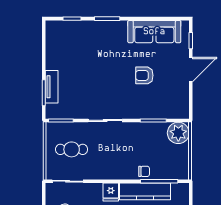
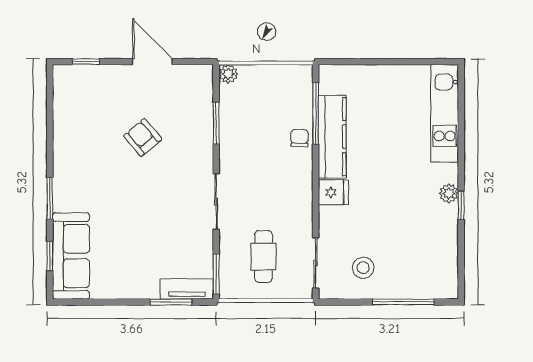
sofa: (154, 32) -> (71, 256), moved
door: (191, 70) -> (152, 62), moved
armchair: (144, 75) -> (143, 137), turned 140
tv unit: (52, 87) -> (187, 289), moved
plant: (178, 133) -> (228, 74), width x0.53, depth x0.53

